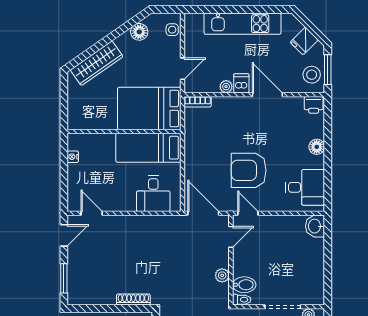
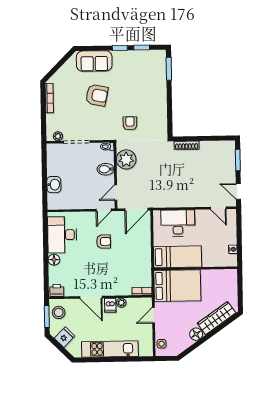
floor lamp: (139, 32) -> (196, 334), moved
armchair: (249, 170) -> (104, 241), width x0.53, depth x0.53
desk: (305, 187) -> (62, 235), width x1.37
desk: (153, 194) -> (178, 223), width x1.37
door: (203, 213) -> (136, 209), hinge flipped
door: (248, 213) -> (104, 210), hinge flipped
washbasin: (315, 226) -> (54, 185), moved
door: (64, 235) -> (238, 191), hinge flipped
plant: (222, 275) -> (126, 159), width x1.88, depth x1.88
bidet: (244, 285) -> (106, 169), moved

